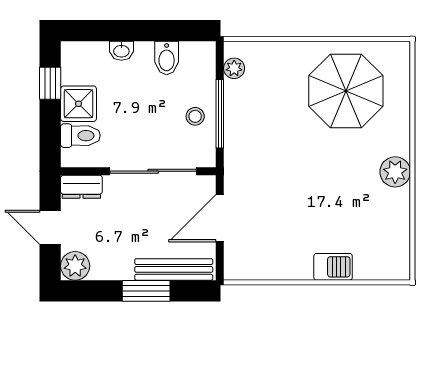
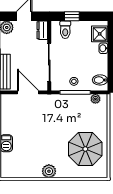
bidet: (167, 58) -> (100, 80), moved
window: (50, 83) -> (72, 16), moved
shower: (78, 104) -> (100, 34), moved

